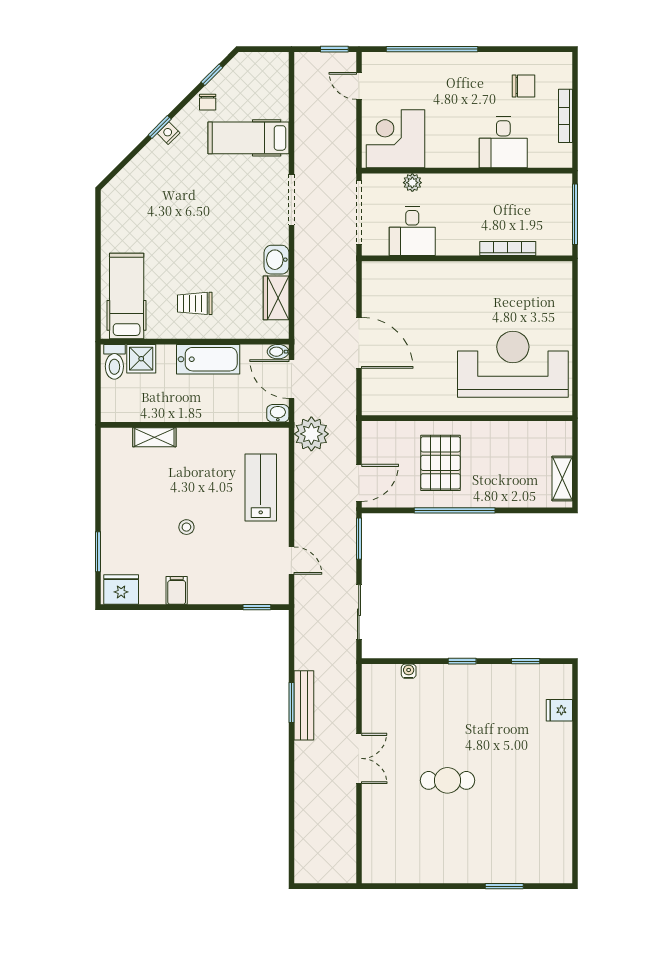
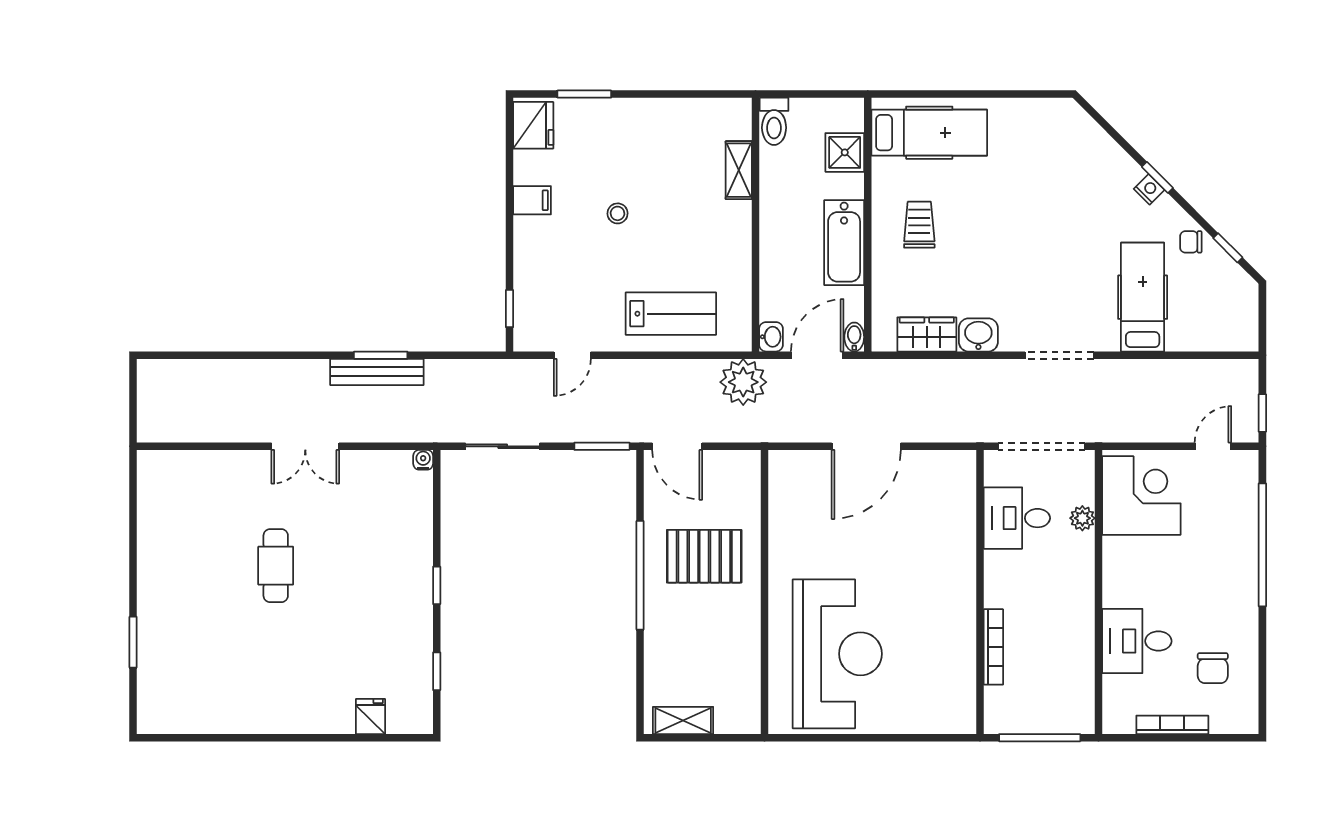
toilet: (114, 362) -> (774, 121), moved, turned -90
water cooler: (409, 671) -> (423, 460), moved, turned -90

